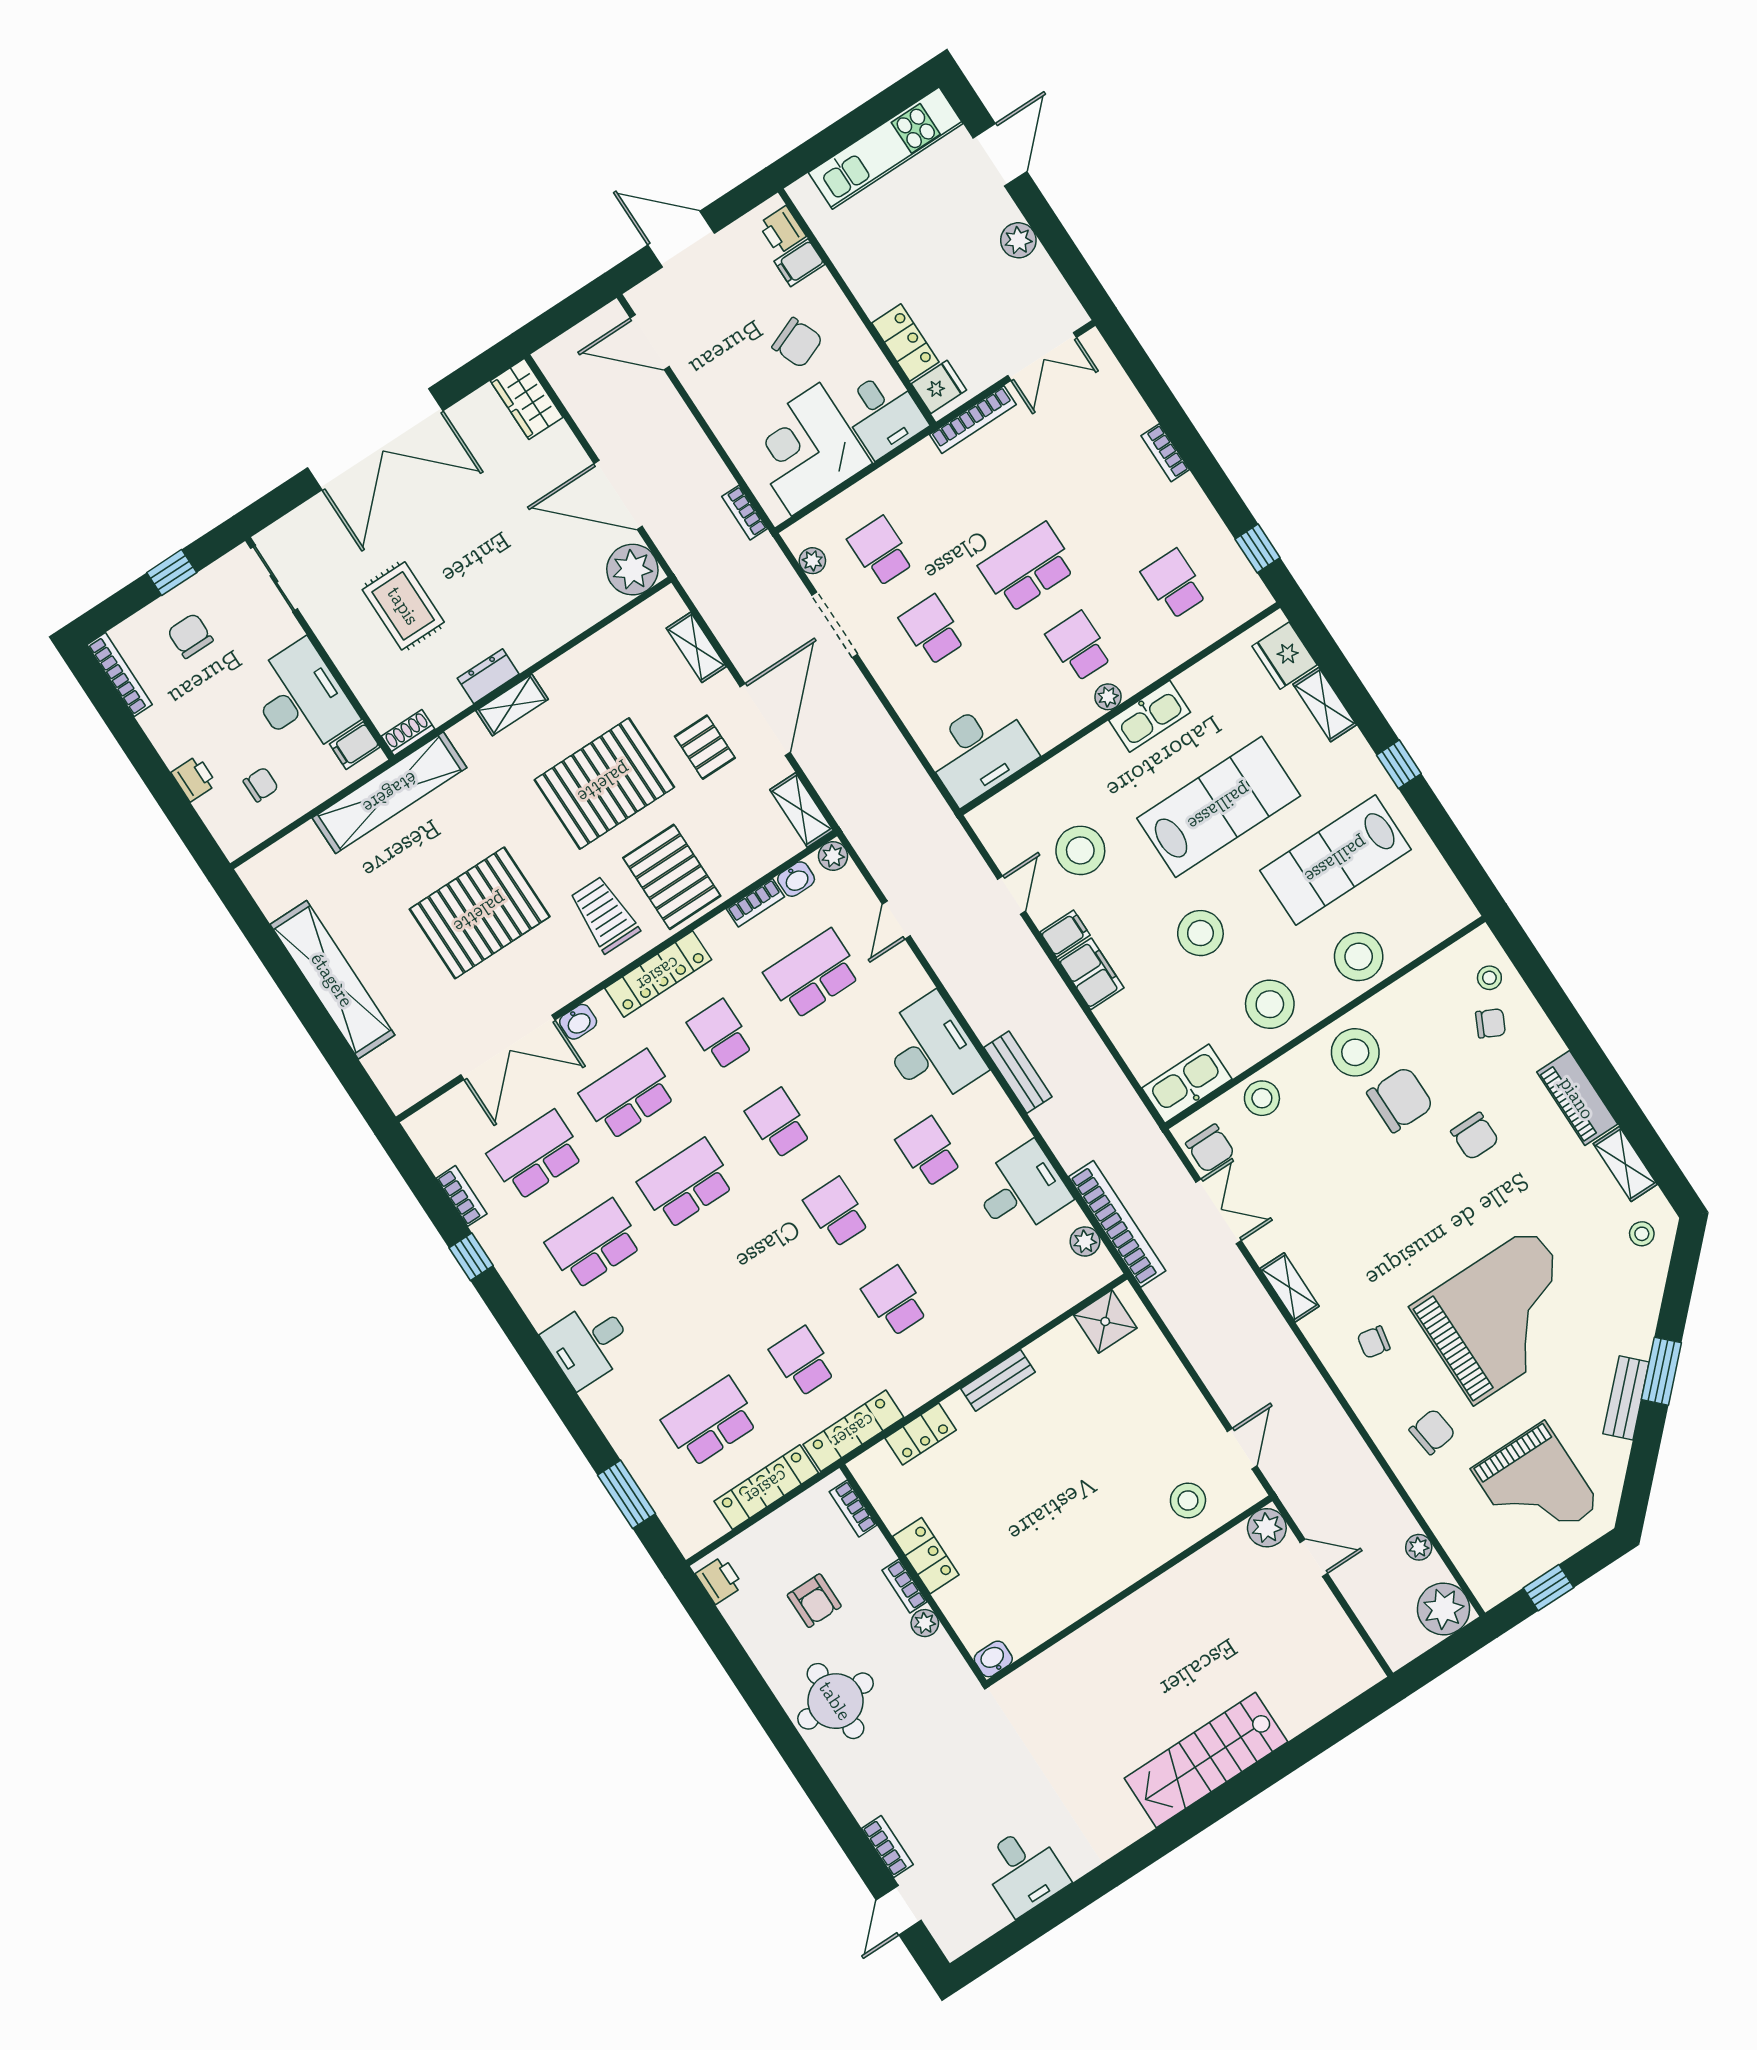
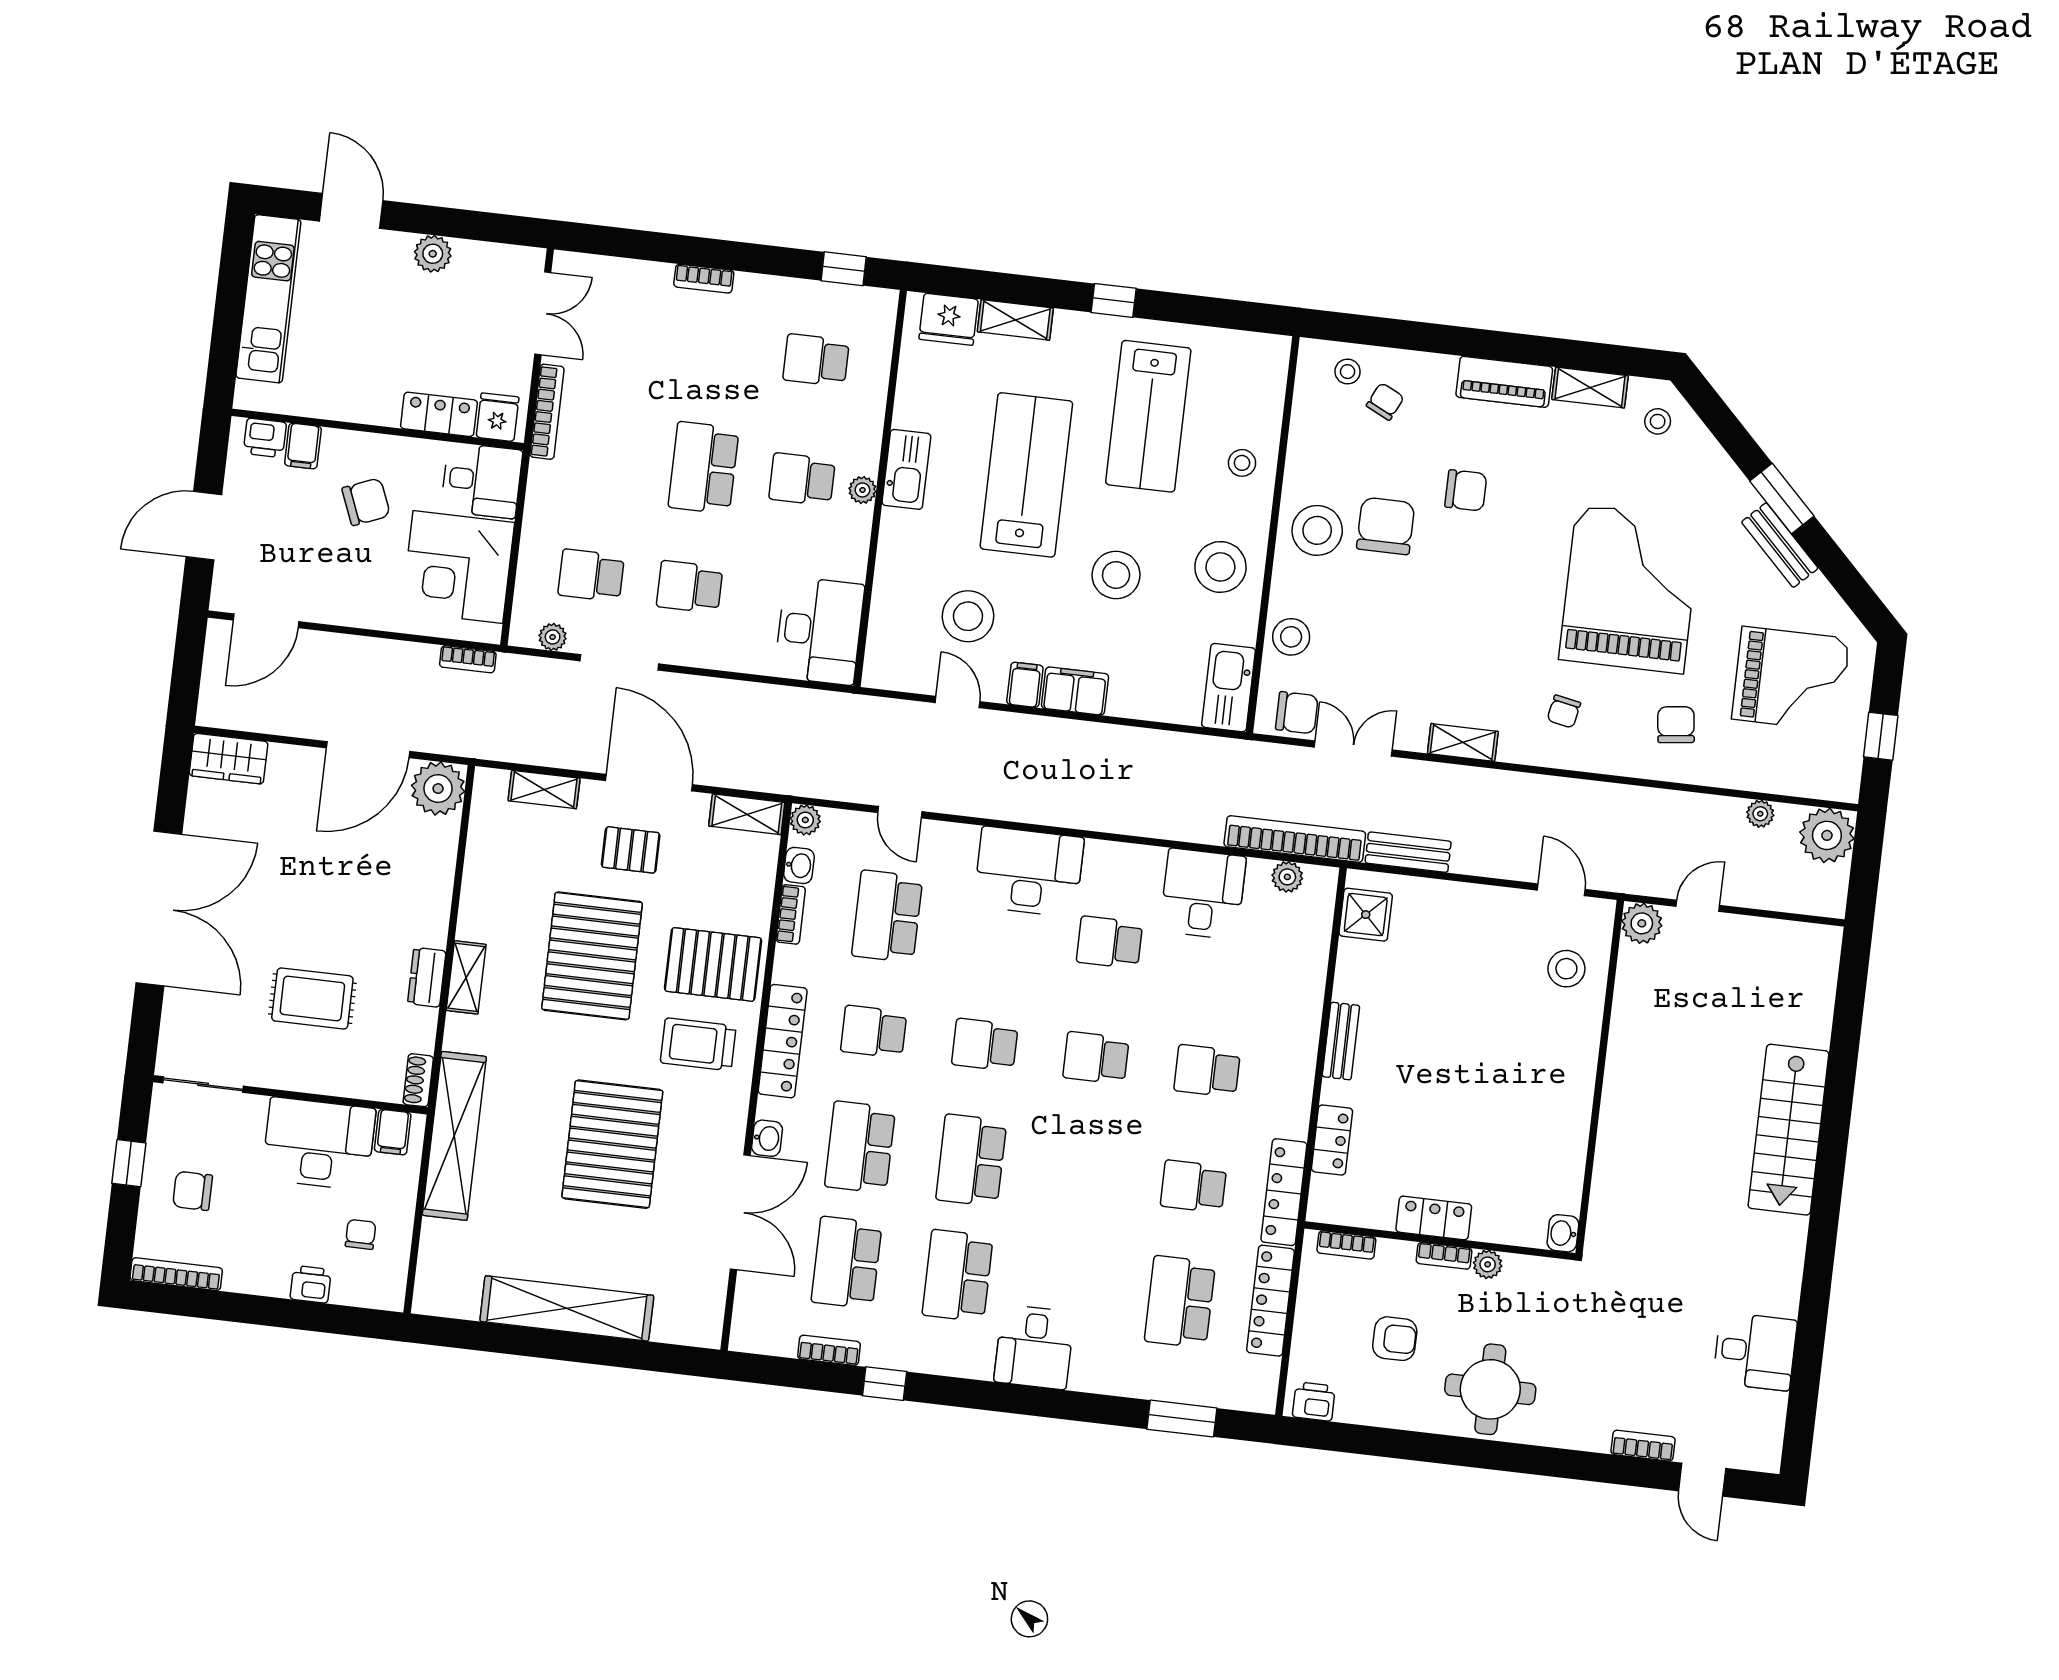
stool: (1359, 957) -> (1242, 463), width x0.53, depth x0.53
bench: (1018, 1072) -> (1408, 852), moved

